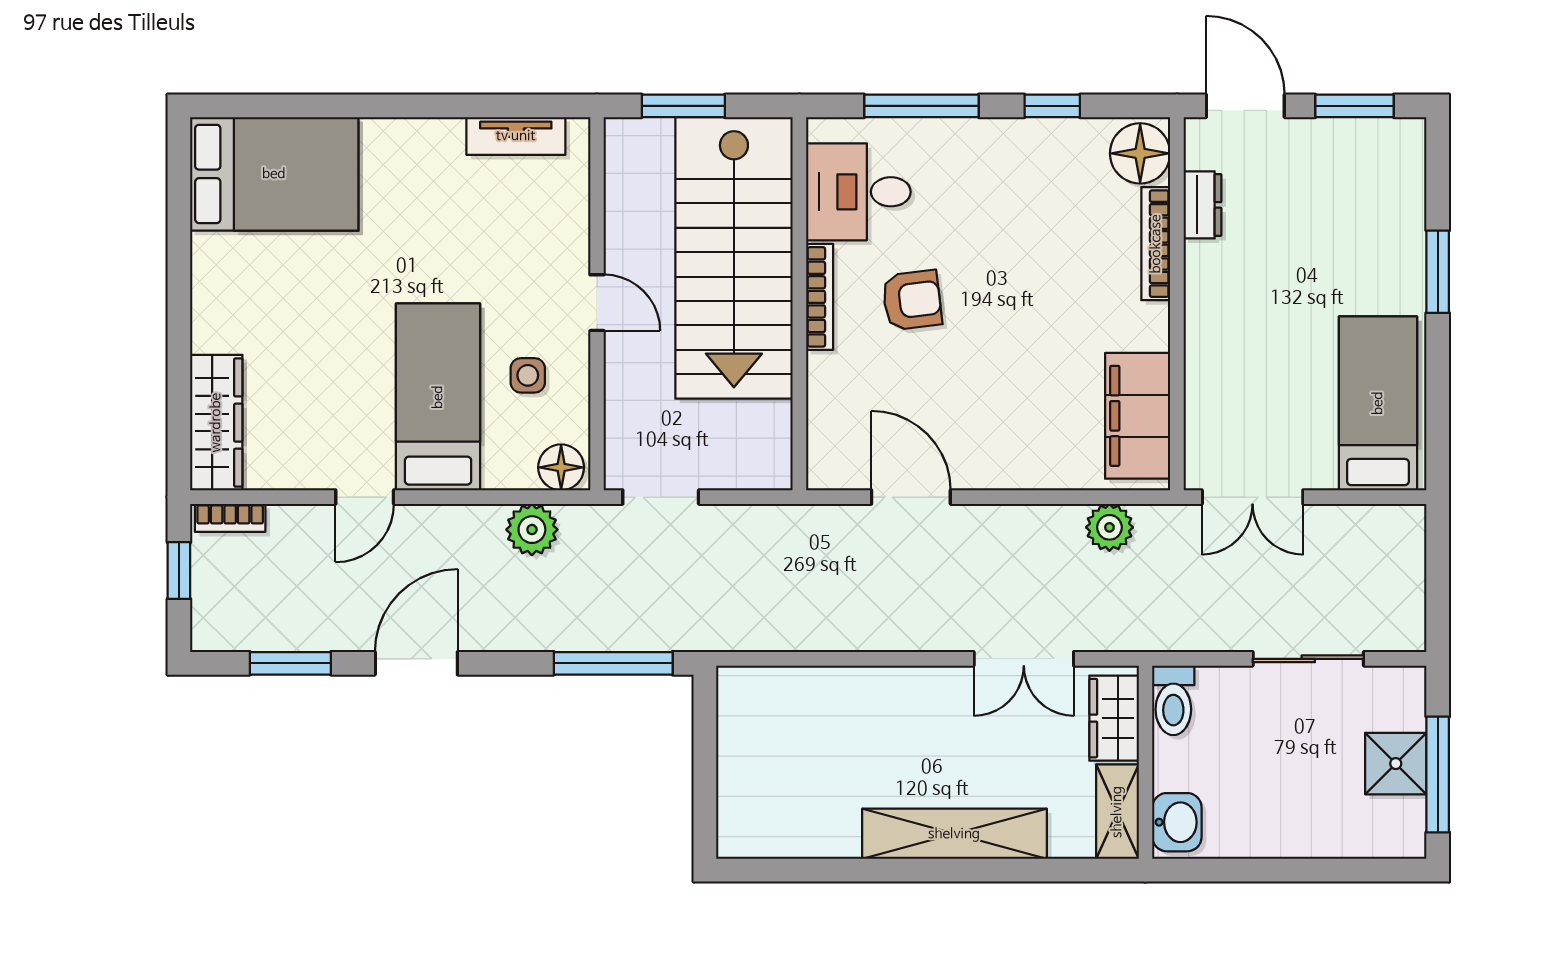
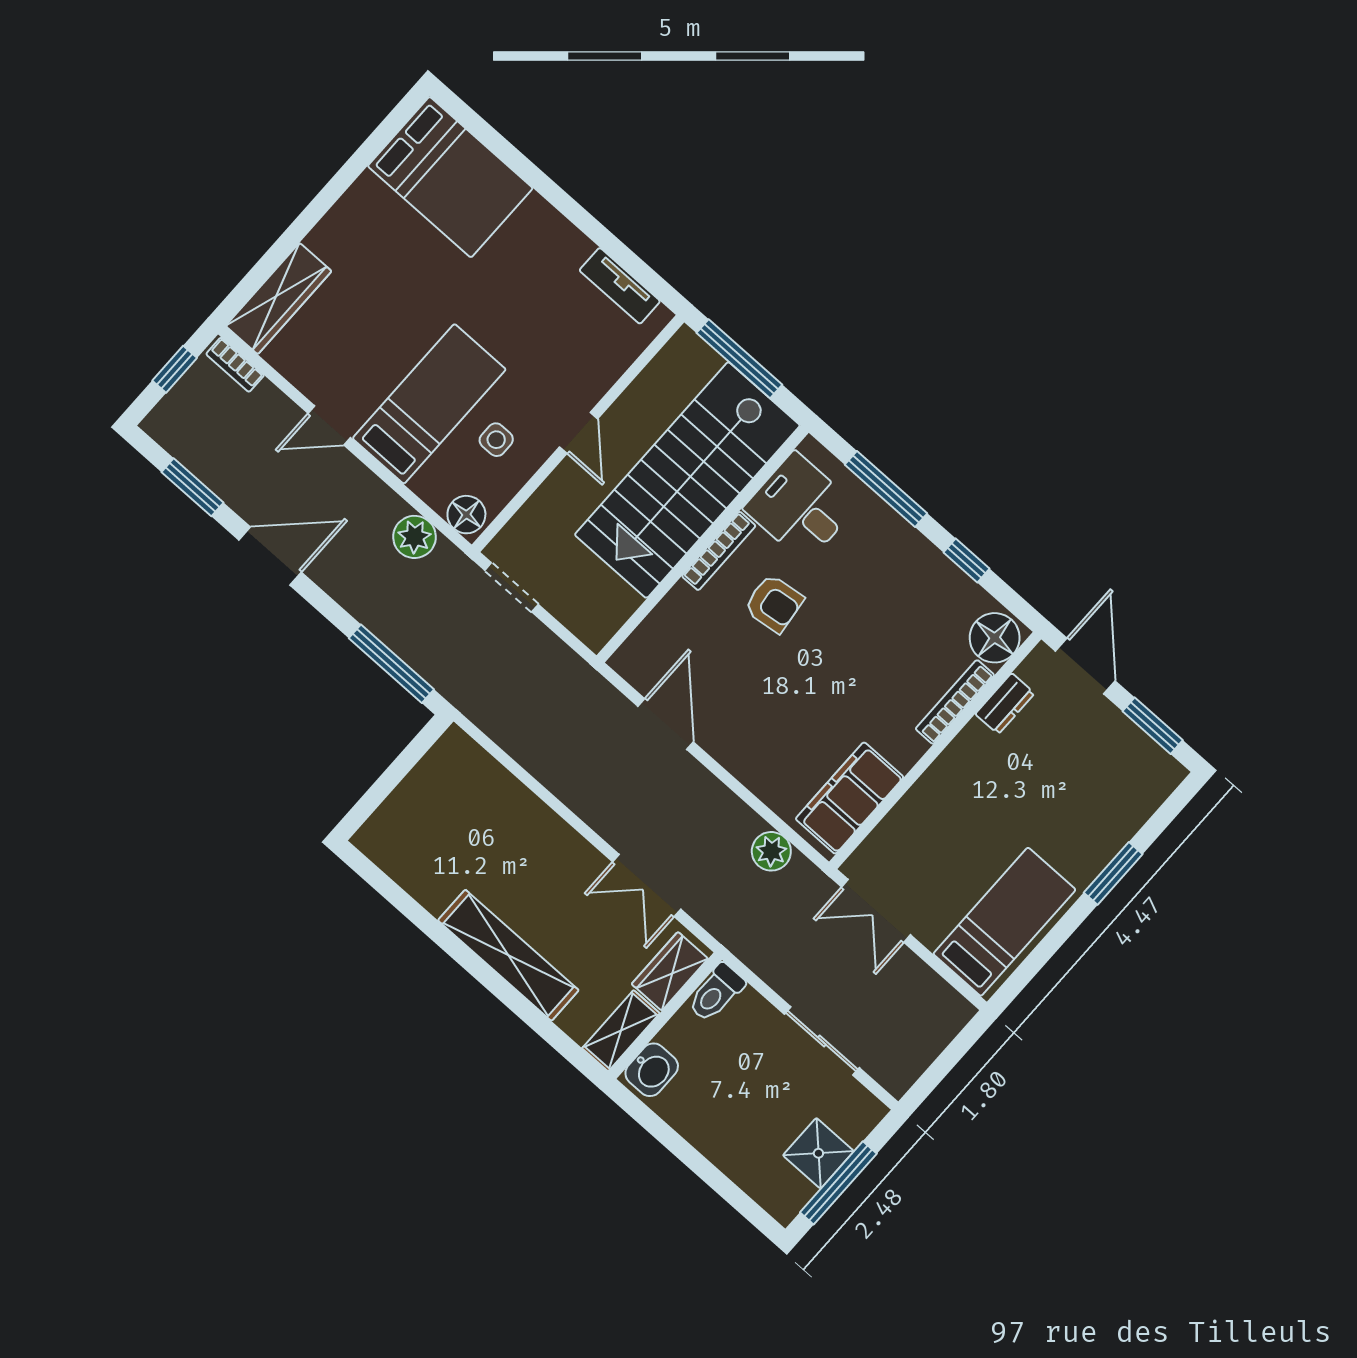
window: (683, 106) -> (739, 359), width x1.44

